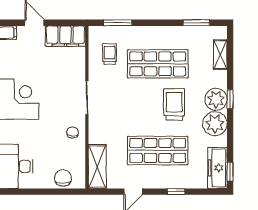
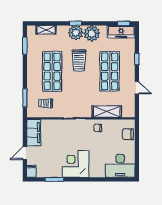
trolley: (174, 104) -> (79, 60), turned -90
shelving: (97, 166) -> (107, 112), moved

